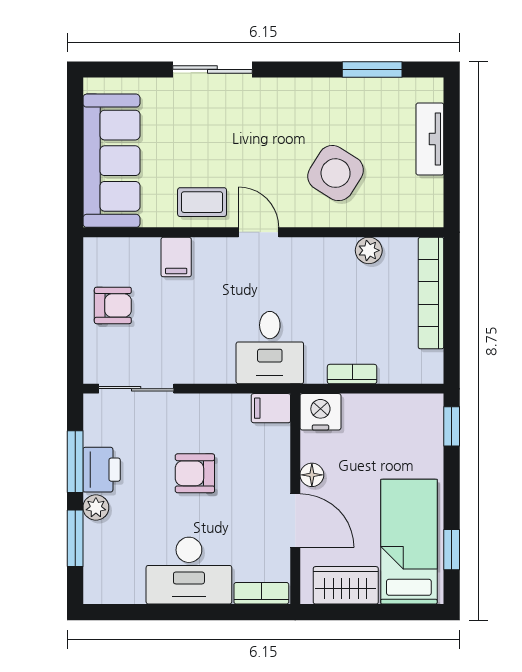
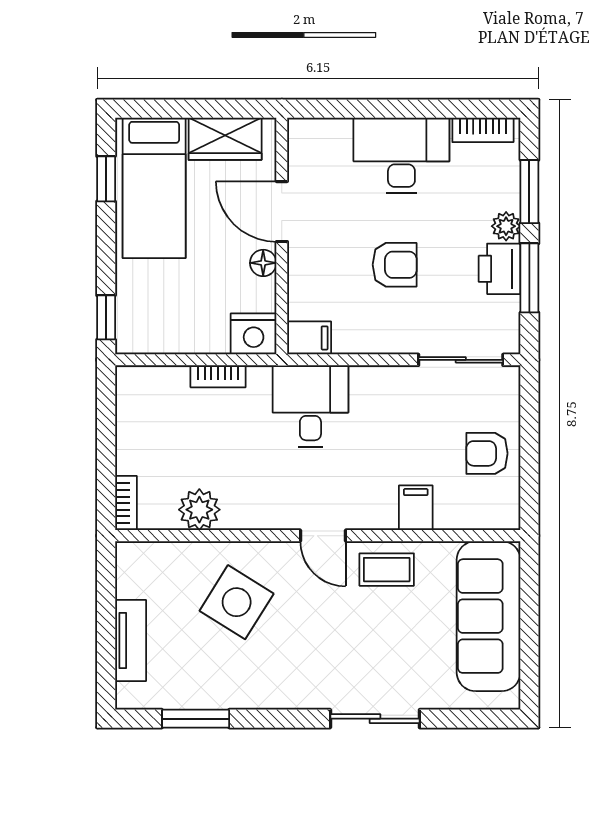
plant: (369, 250) -> (199, 510), width x1.38, depth x1.38
bookcase: (431, 293) -> (126, 503), width x0.43, depth x0.76
bookcase: (261, 593) -> (483, 130), moved

